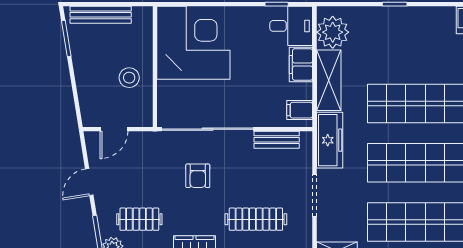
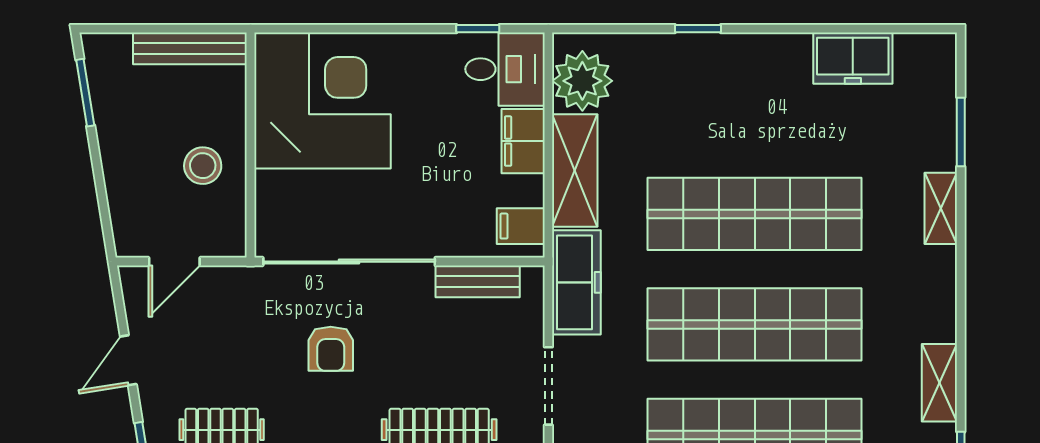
bench: (101, 15) -> (190, 48), moved

